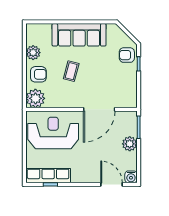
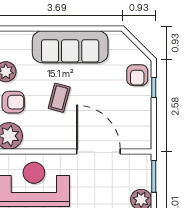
armchair: (127, 55) -> (137, 75), turned -90
door: (99, 109) -> (98, 151), swing flipped

